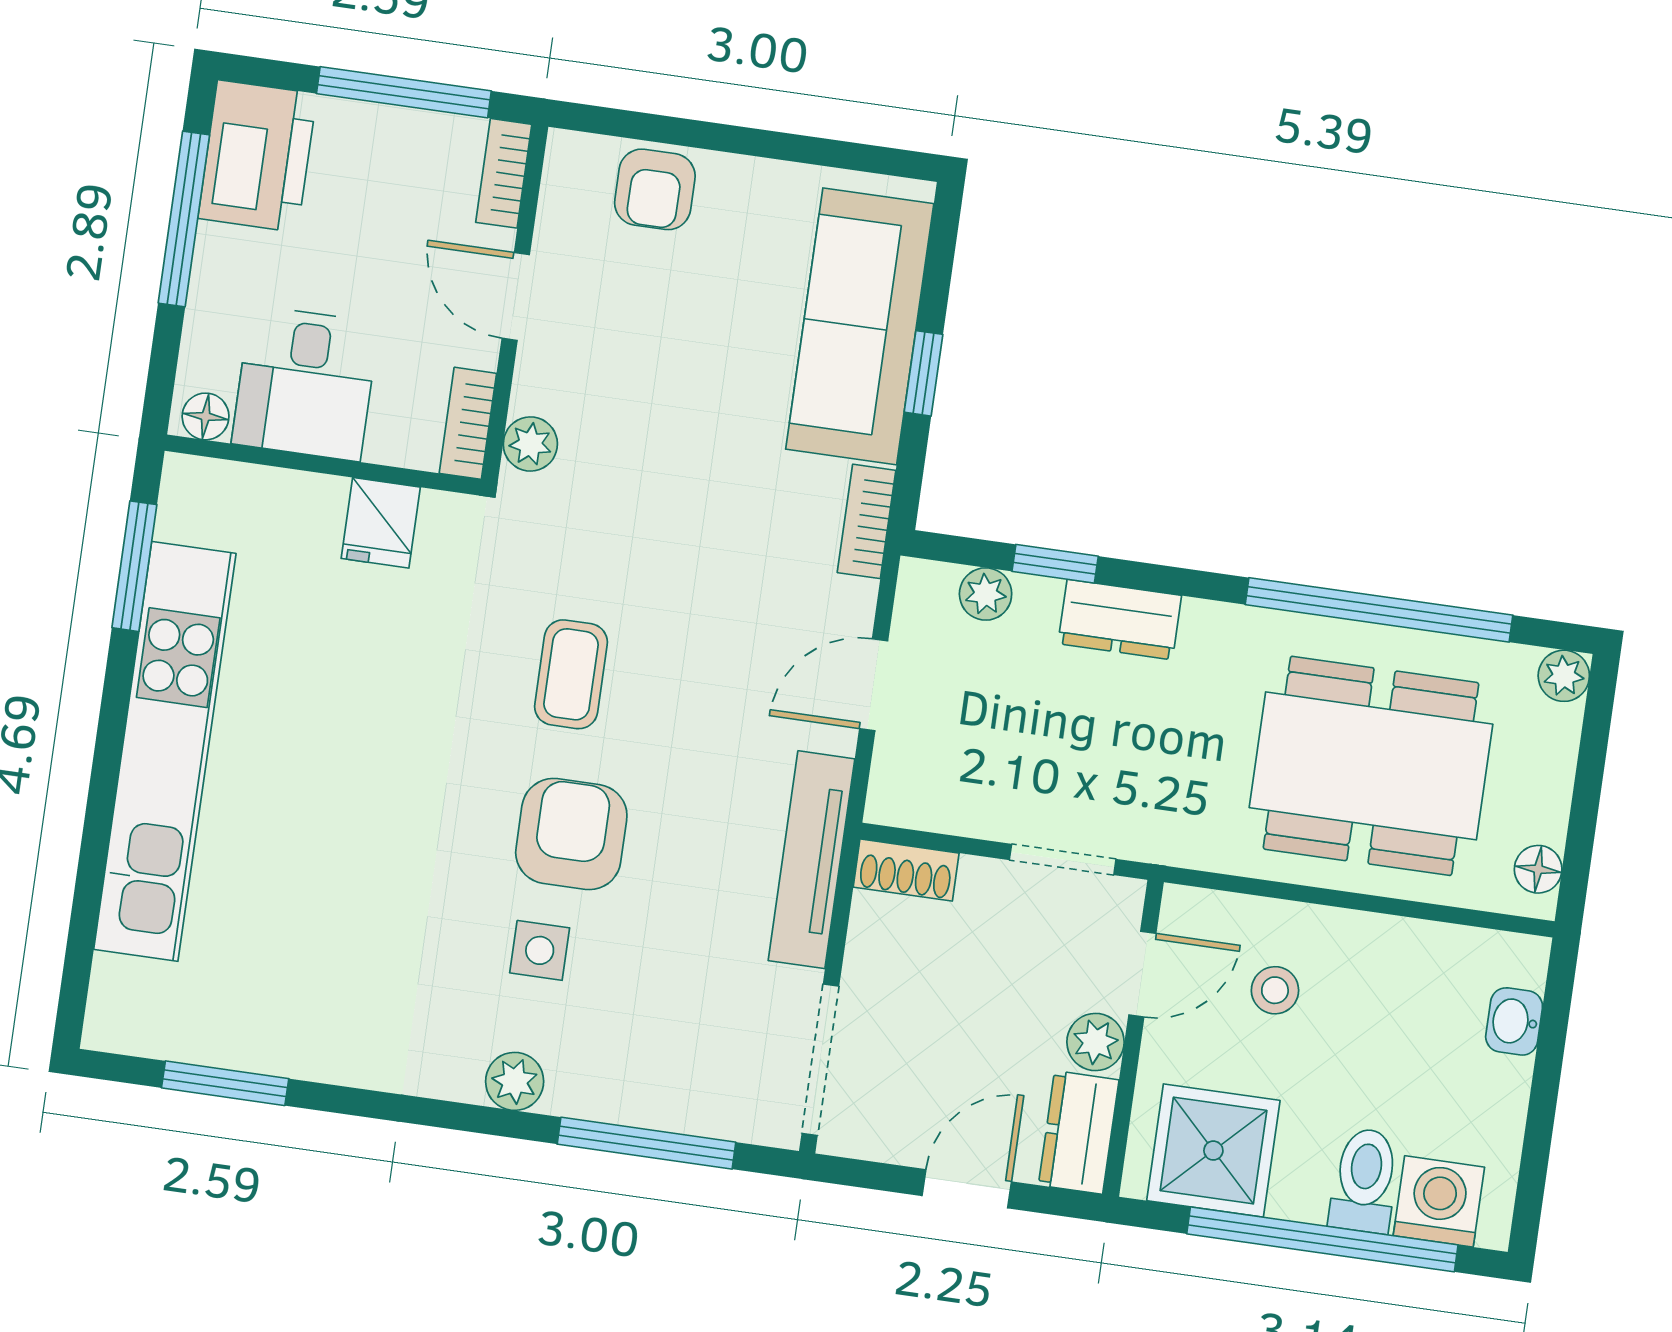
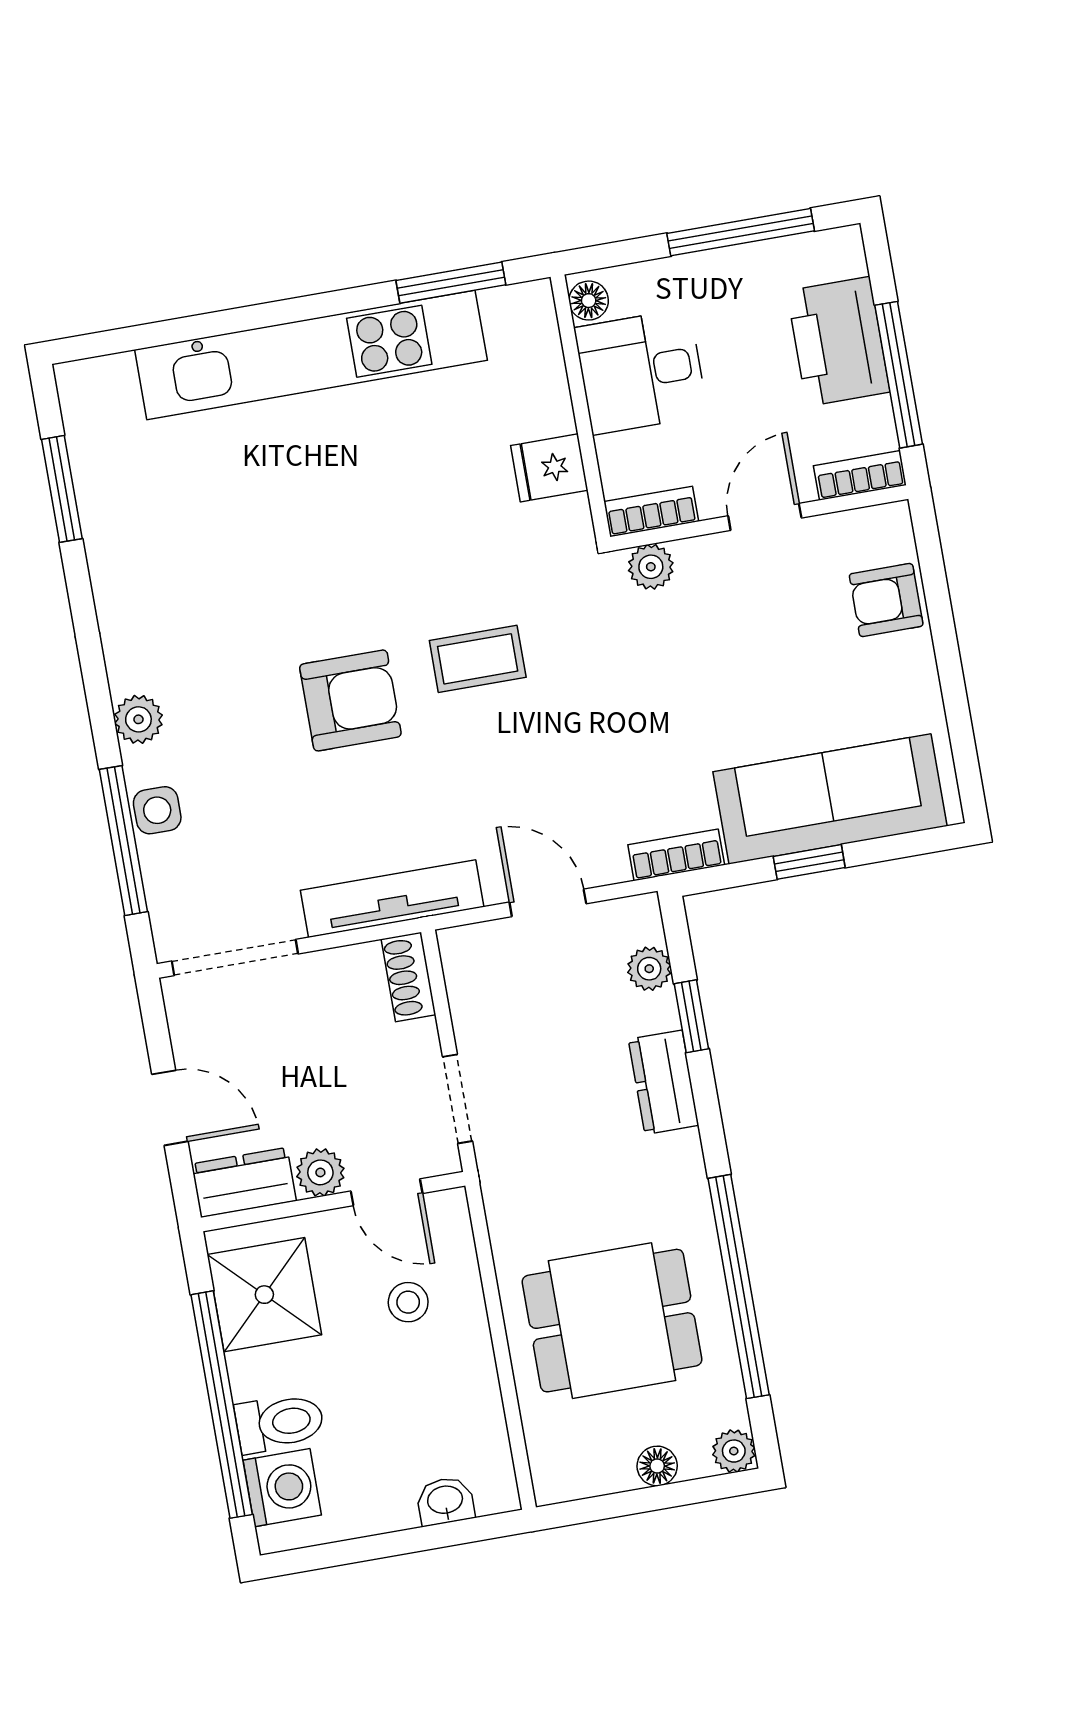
printer: (257, 156) -> (838, 341), moved, turned 90
dining table: (1371, 766) -> (612, 1321), width x0.73
floor lamp: (1538, 869) -> (657, 1466), moved
side table: (540, 950) -> (157, 810), moved

